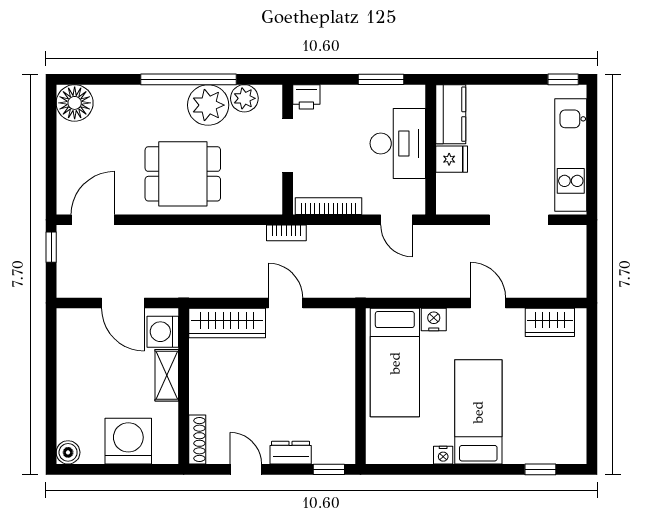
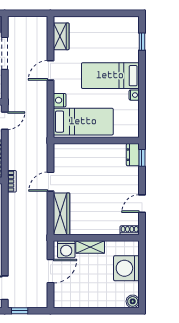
shoe rack: (197, 440) -> (130, 230), width x0.70
dresser: (291, 453) -> (133, 155), moved

